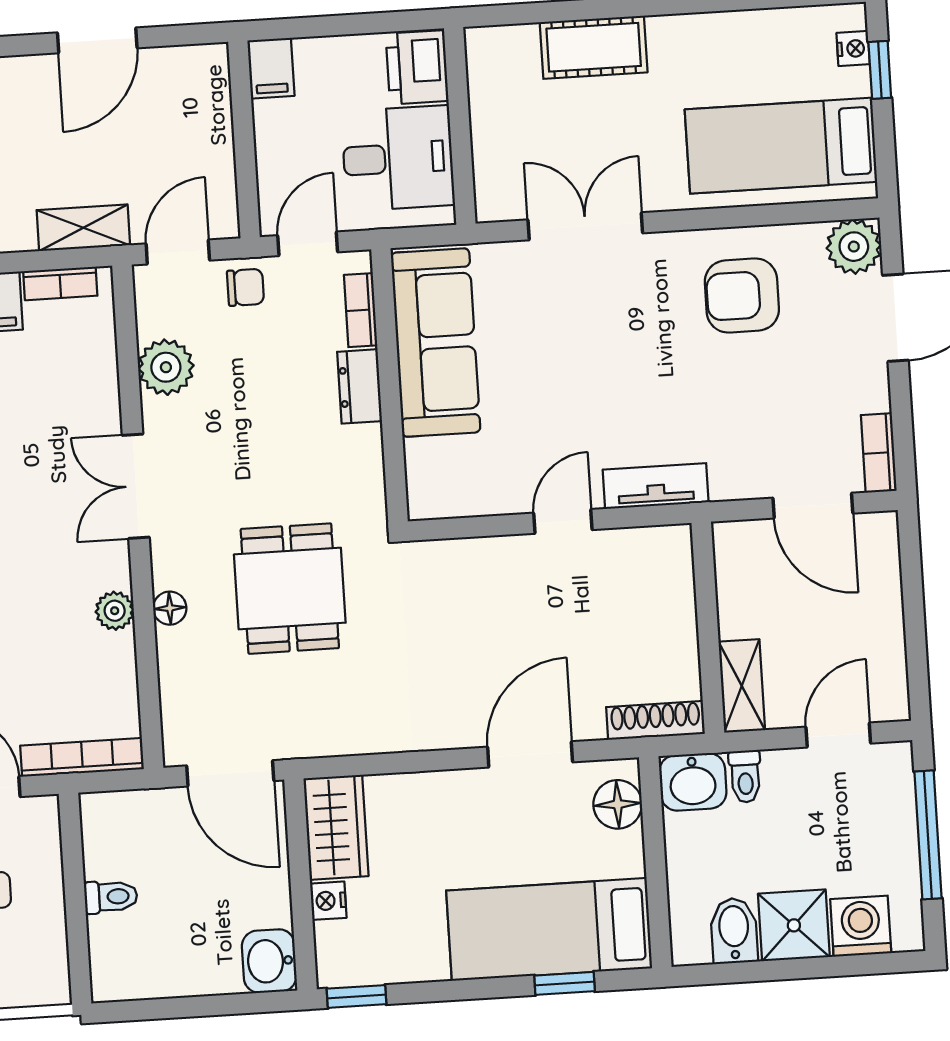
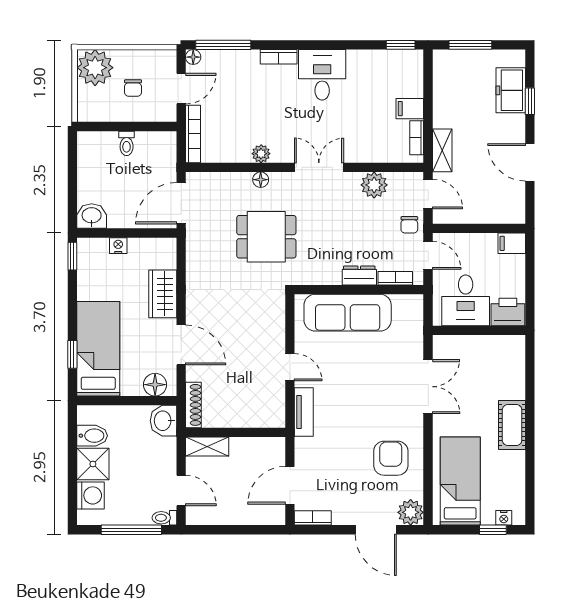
cot: (594, 47) -> (512, 425), moved
sofa: (436, 343) -> (348, 313), moved
toilet: (745, 776) -> (164, 518), moved
wardrobe: (336, 827) -> (163, 294), moved, turned 90

